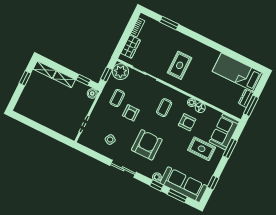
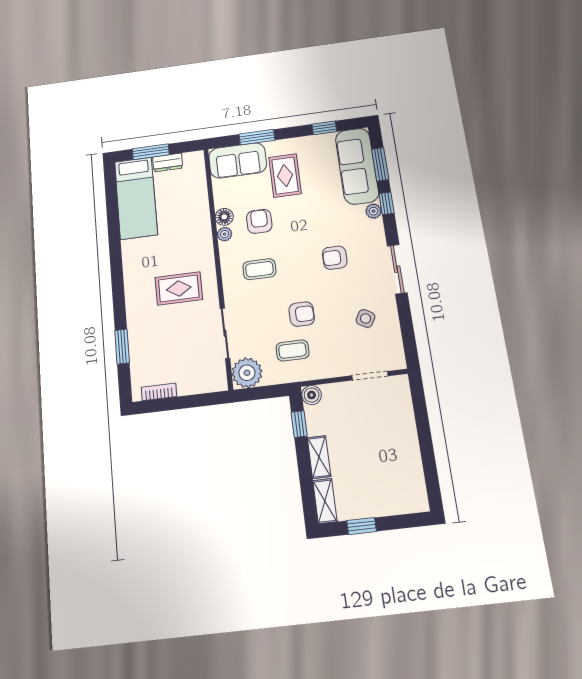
wardrobe: (131, 47) -> (197, 383), removed
window: (106, 74) -> (266, 392), removed
window: (251, 106) -> (151, 152), moved
armchair: (147, 145) -> (335, 258), width x0.53, depth x0.53

